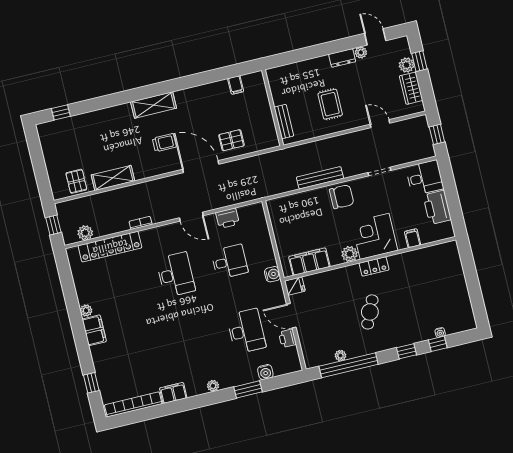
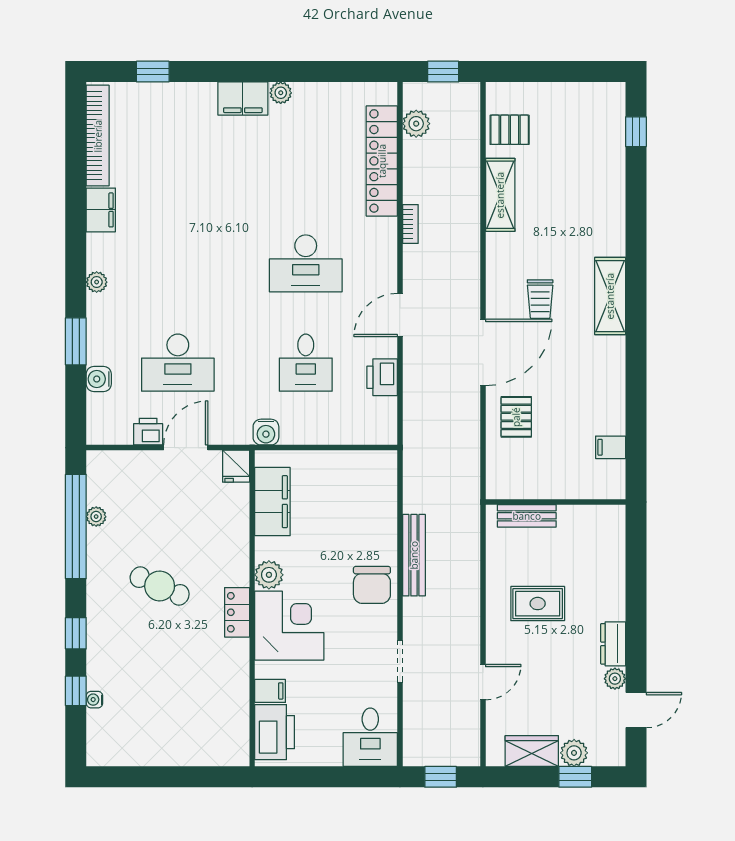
printer: (437, 207) -> (275, 732), moved, turned 90

